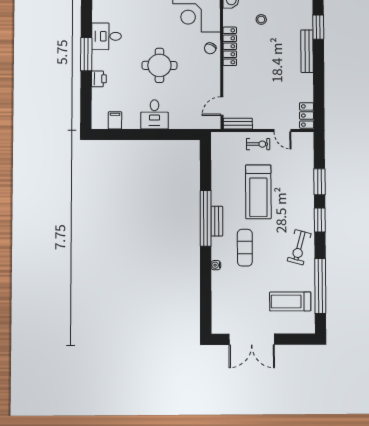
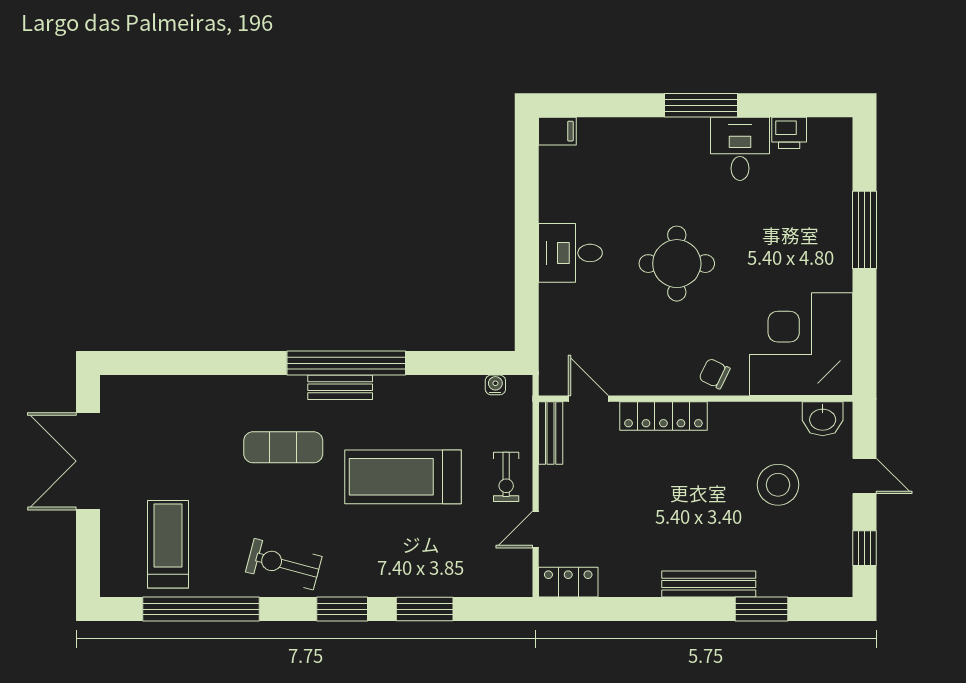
stool: (261, 19) -> (778, 485), width x1.89, depth x1.89
locker: (230, 46) -> (663, 416), moved
printer: (99, 79) -> (789, 133), moved
filing cabinet: (115, 120) -> (557, 131), moved
water cooler: (216, 265) -> (495, 385), moved

